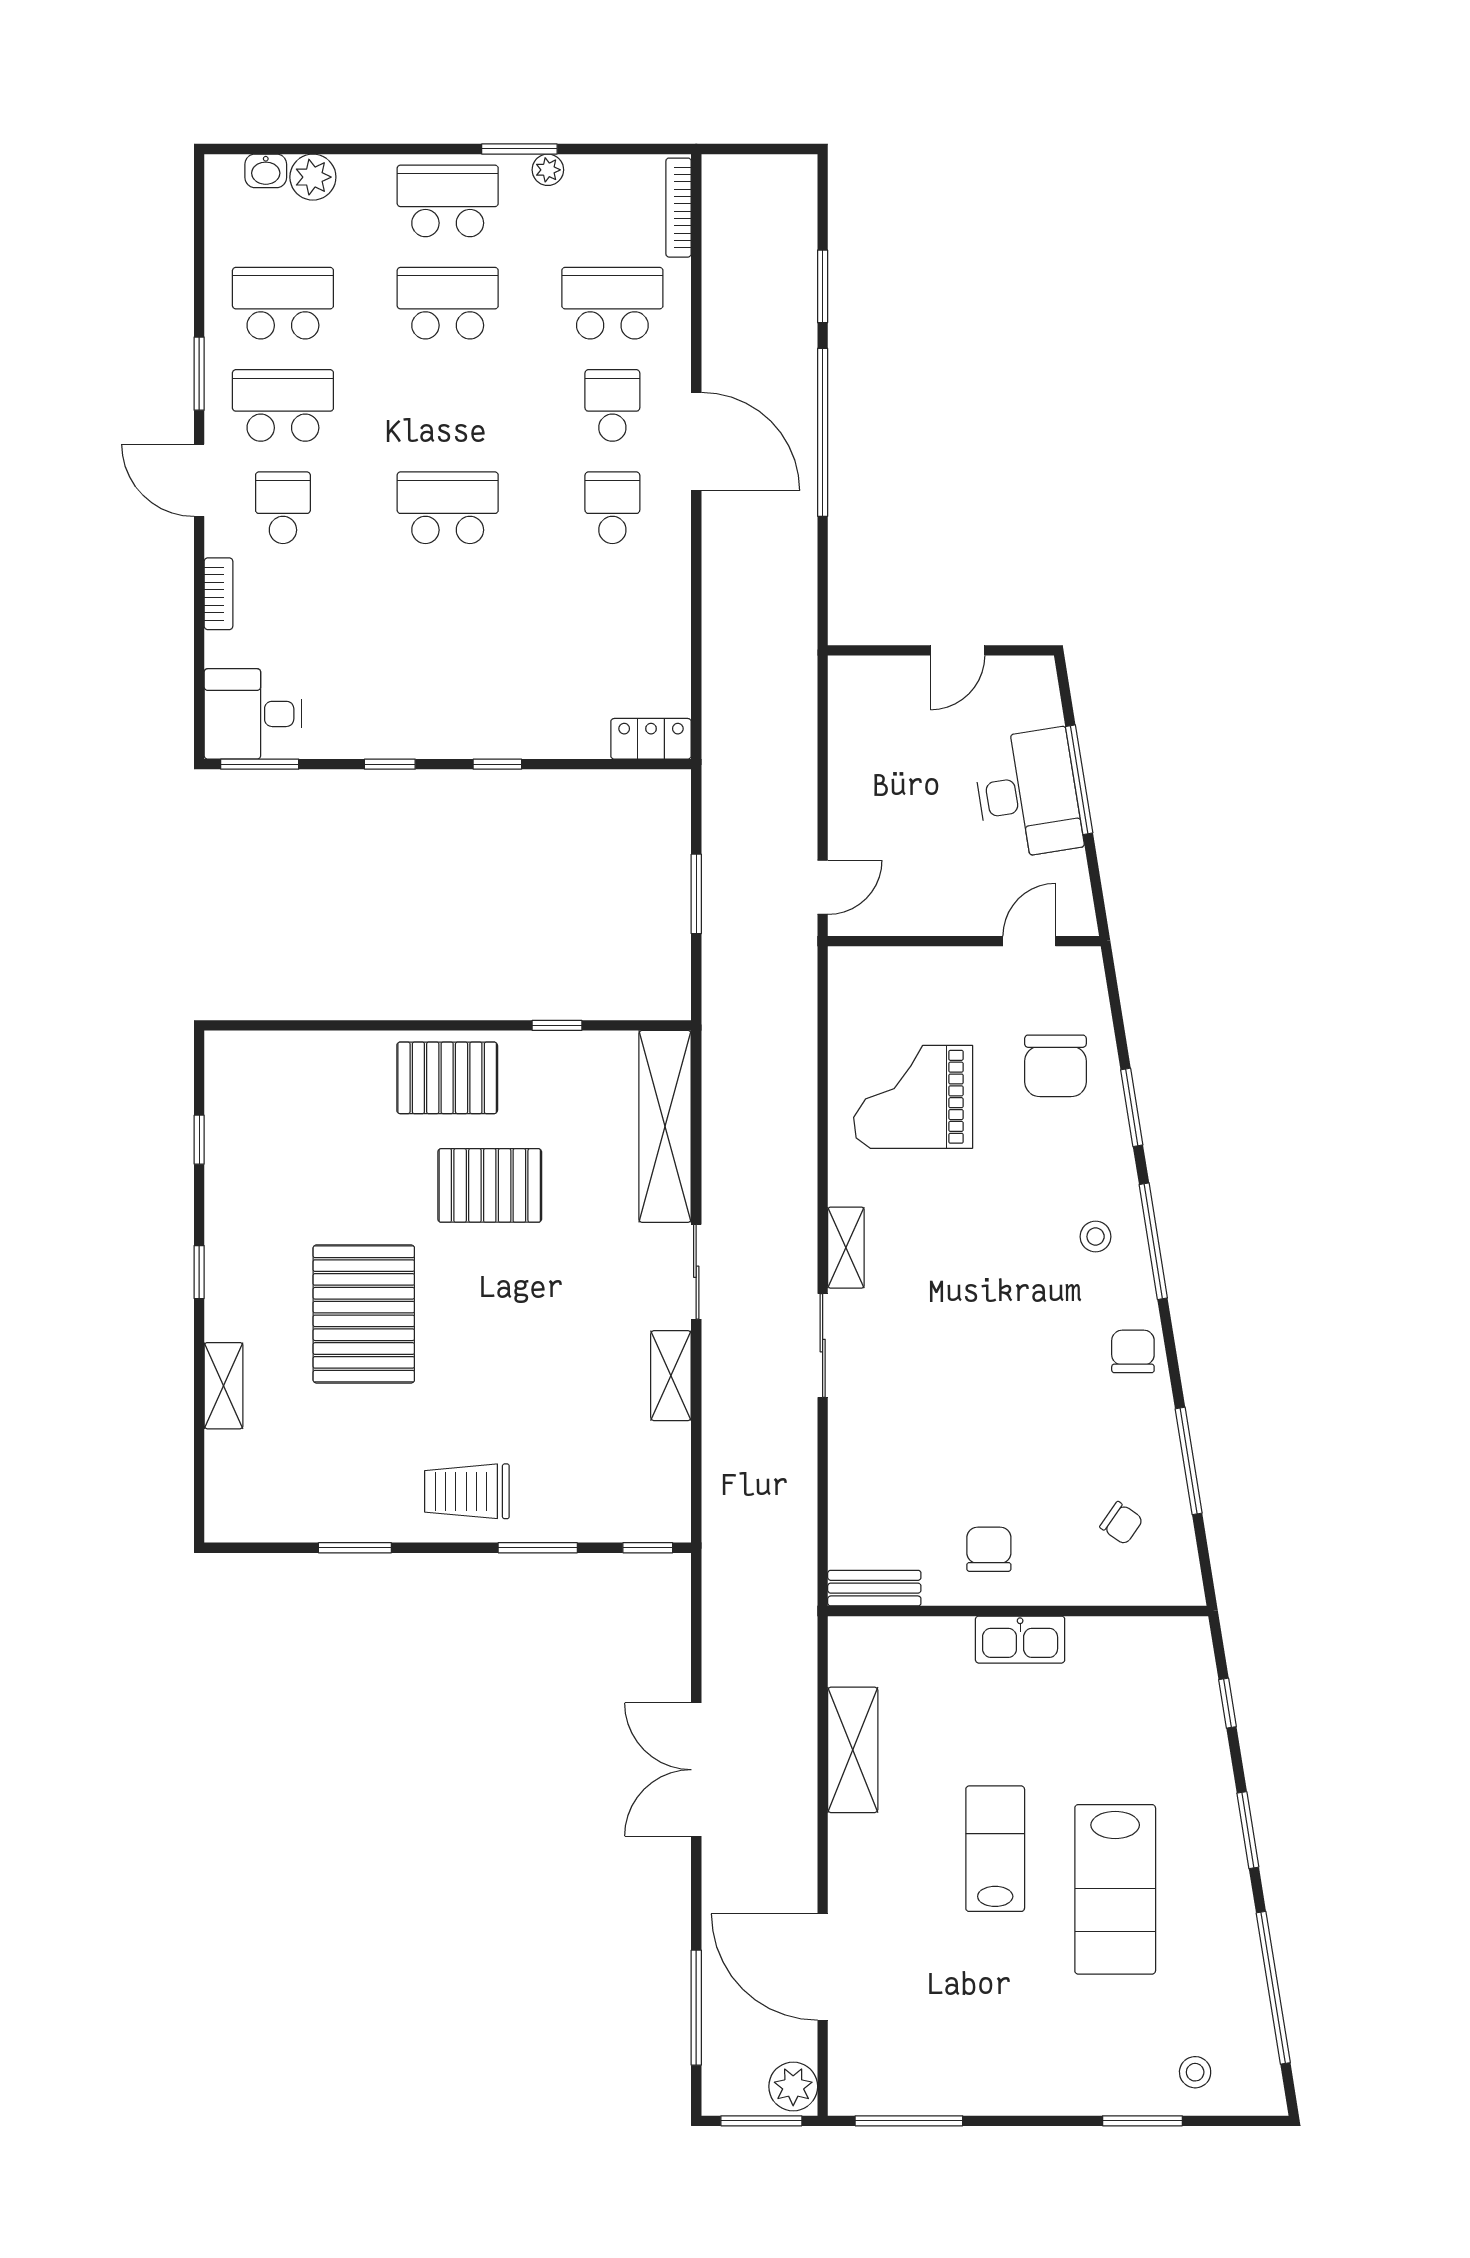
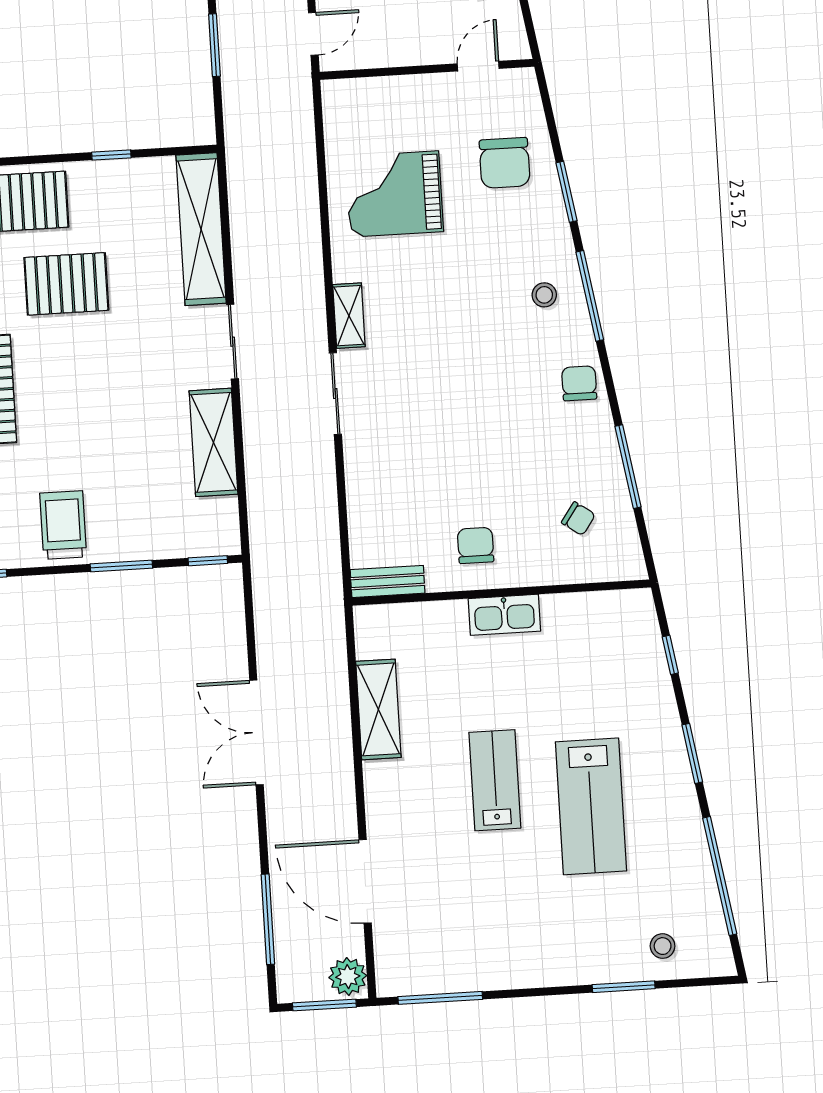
shelving: (671, 1376) -> (213, 442), width x1.50, depth x1.33
trolley: (467, 1491) -> (63, 525), turned 90

